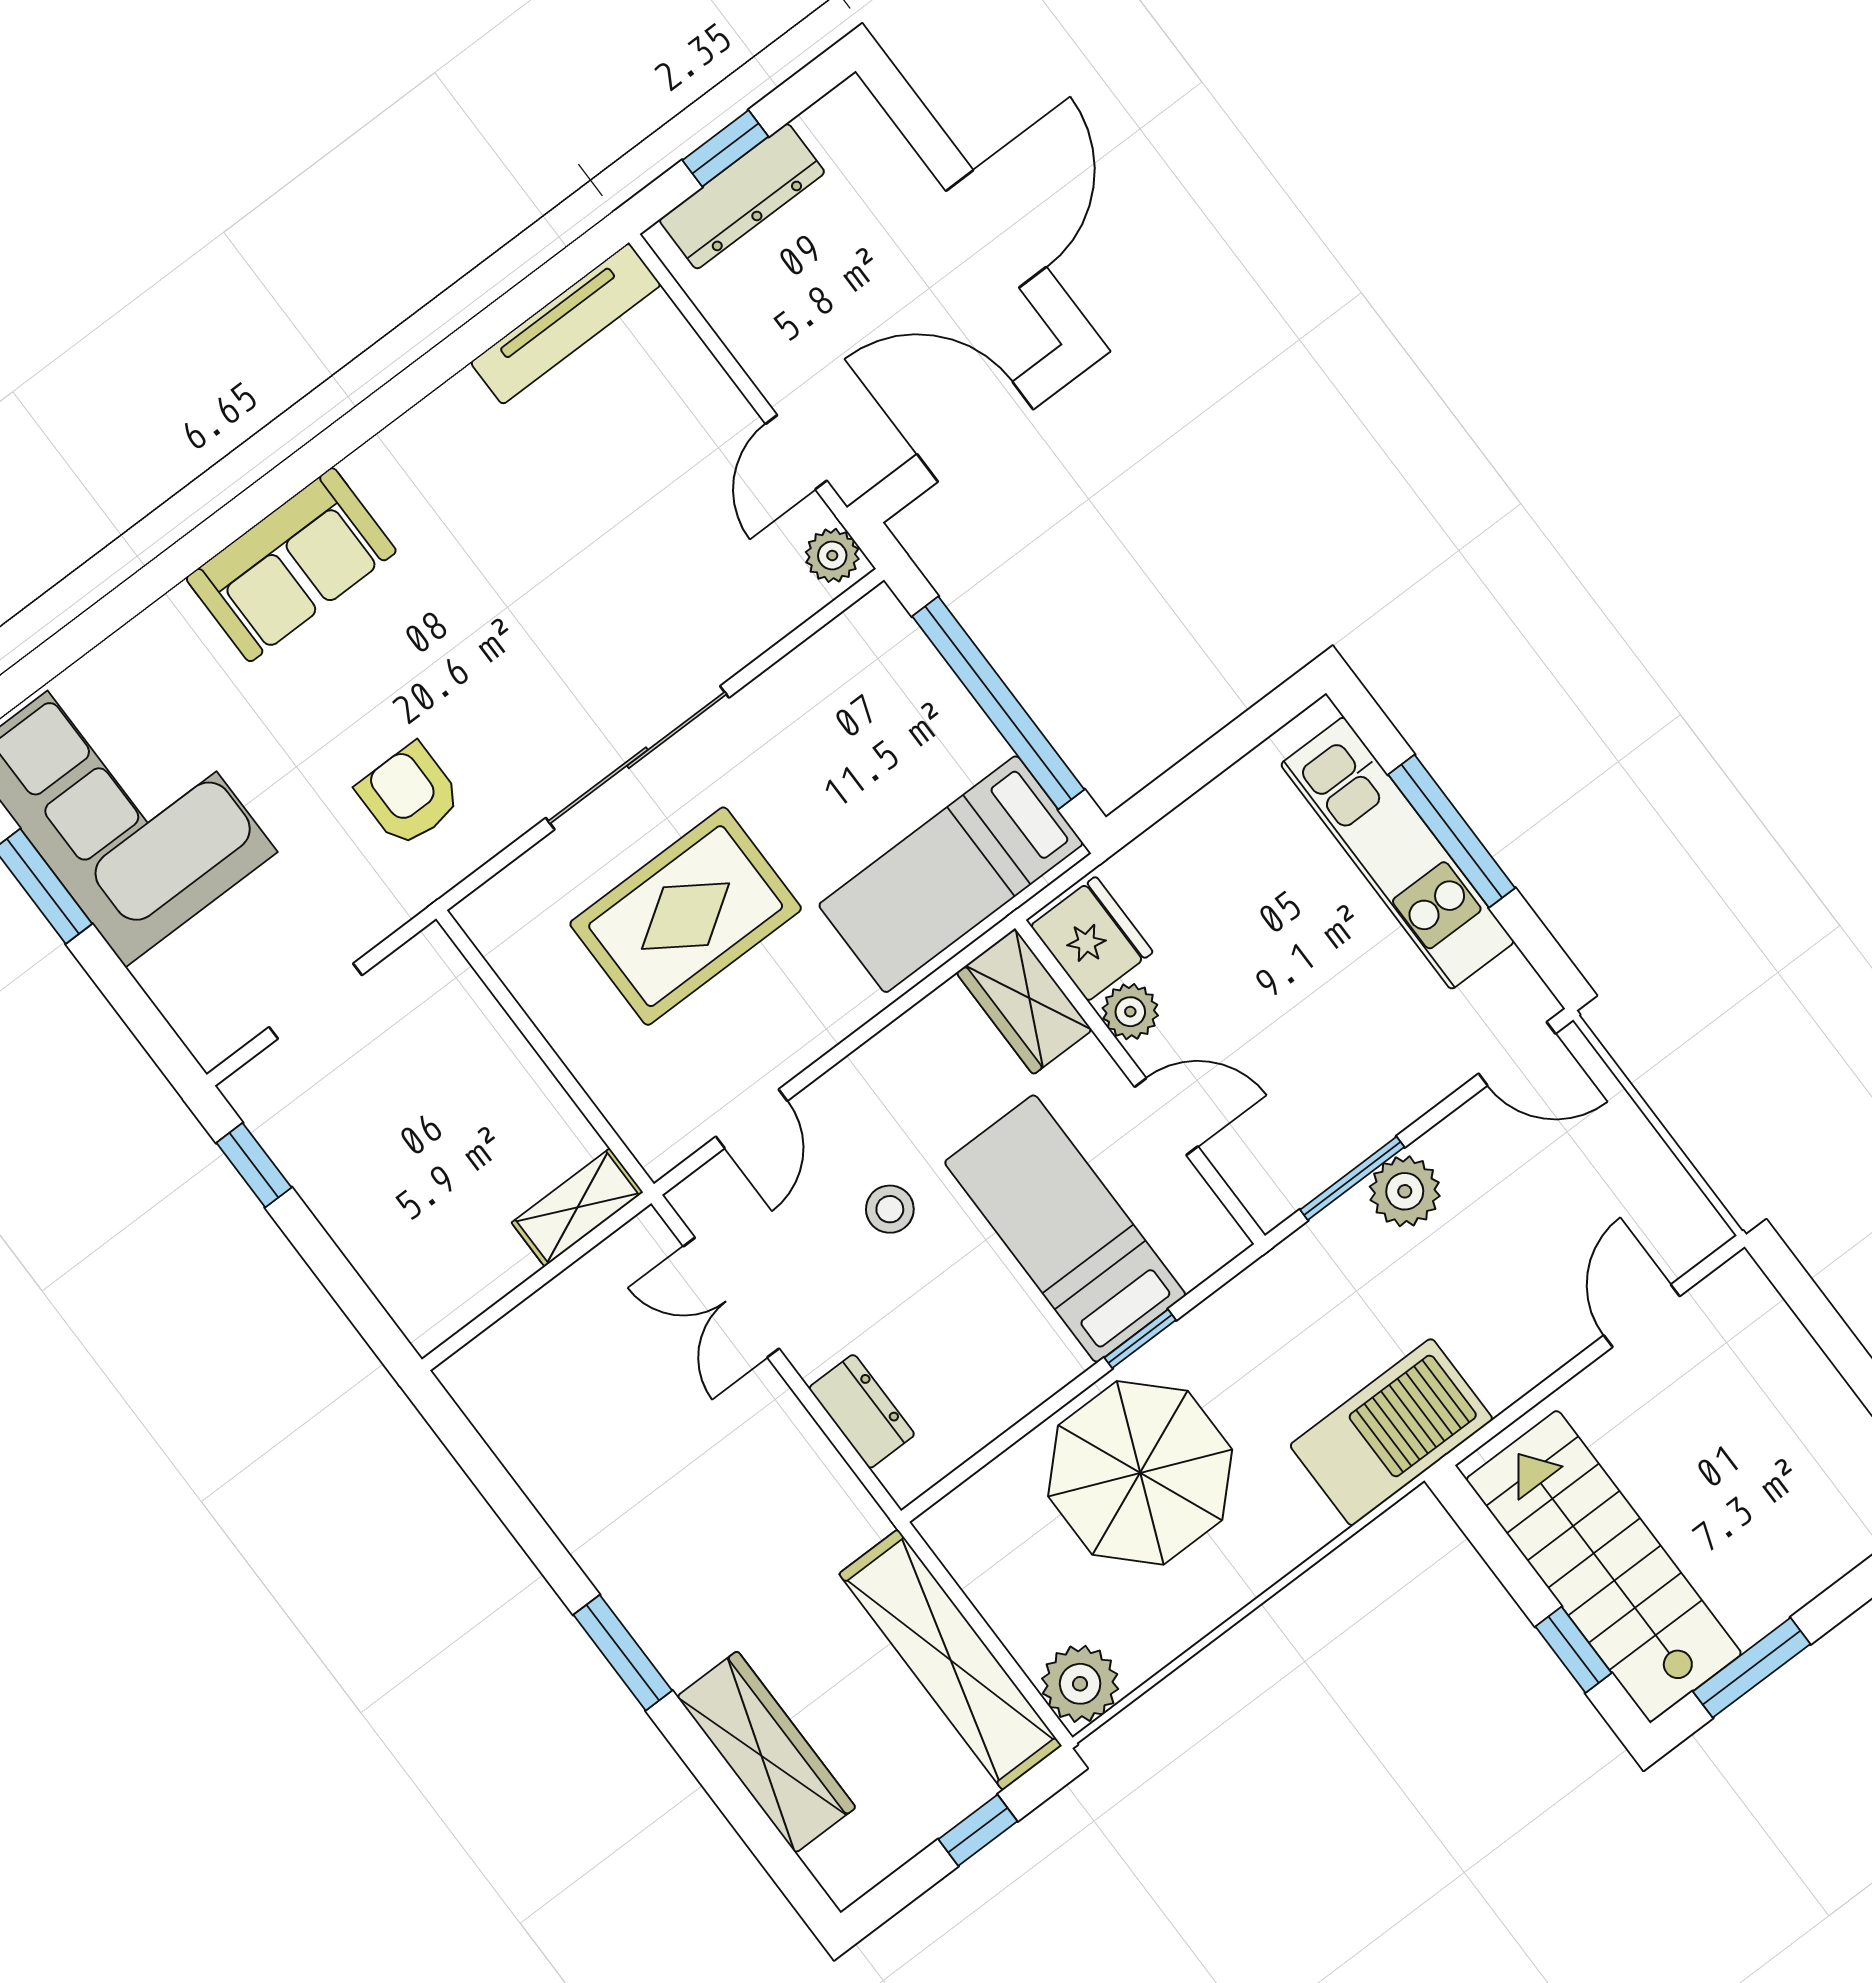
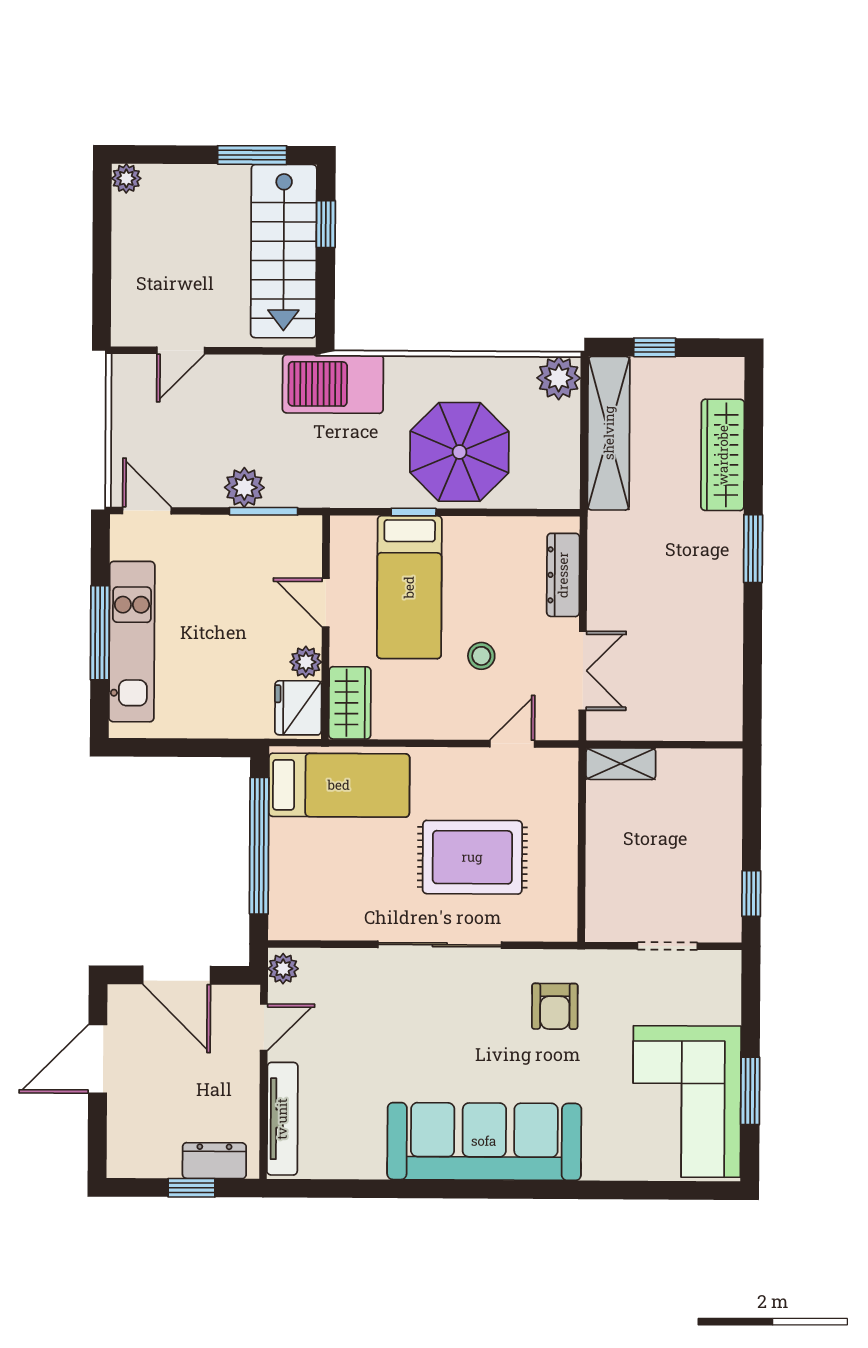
dresser: (742, 196) -> (214, 1161), width x0.70
tv unit: (566, 324) -> (282, 1119), moved, turned 90
sofa: (291, 565) -> (484, 1141), width x1.85, depth x1.27
dresser: (862, 1411) -> (563, 575), width x1.44

